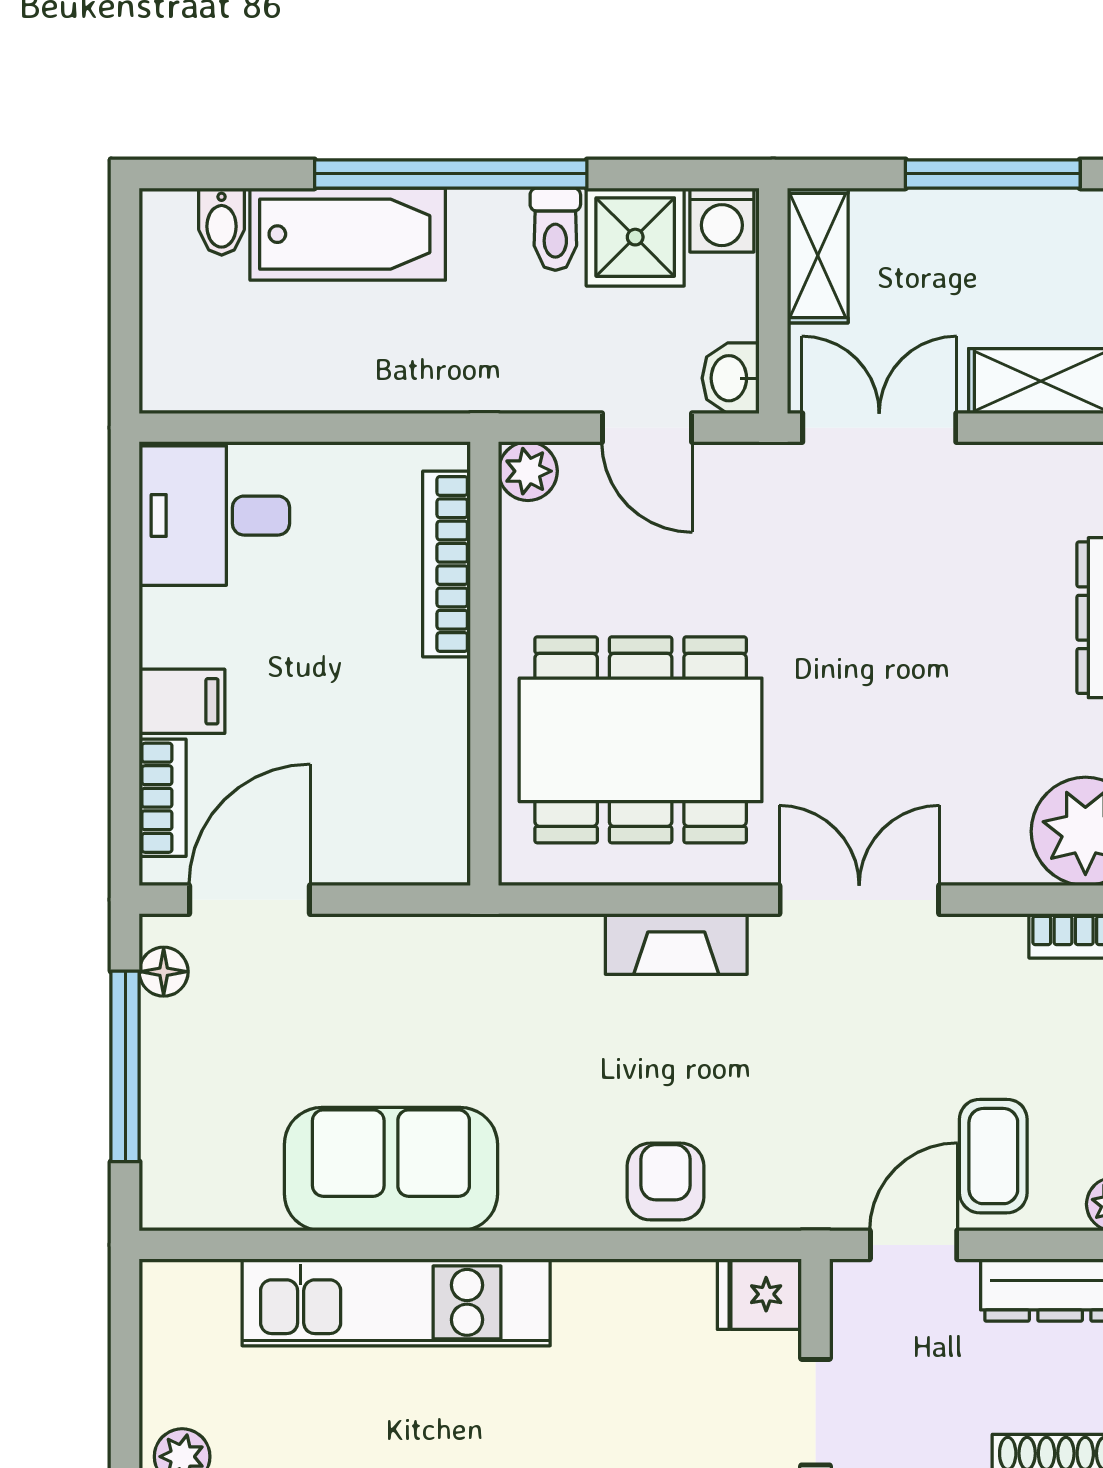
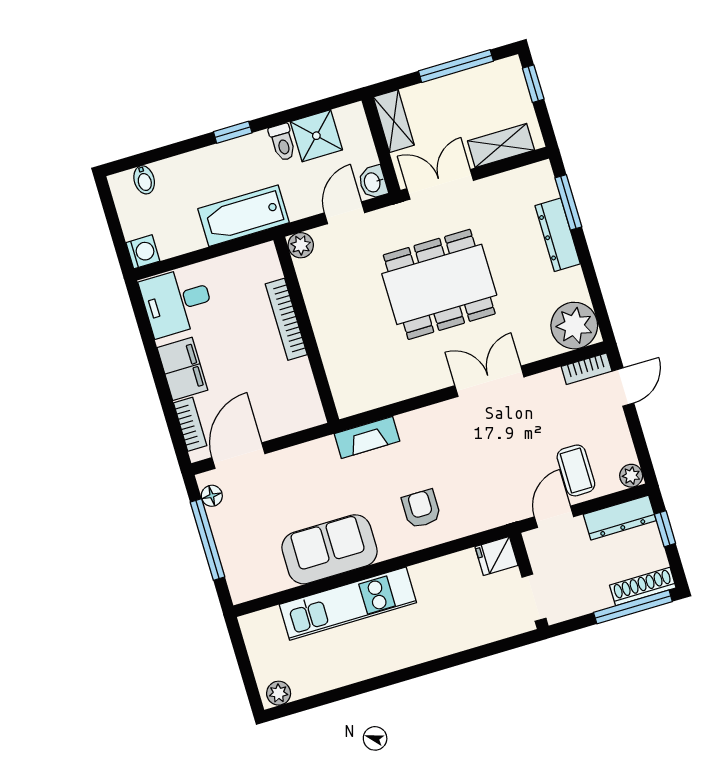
window: (451, 174) -> (233, 132), width x0.32
washing machine: (722, 220) -> (143, 252), moved, turned -90
bathtub: (348, 234) -> (244, 216), moved, turned 180
door: (647, 428) -> (344, 213), swing flipped
bookcase: (446, 564) -> (286, 319), moved
filing cabinet: (182, 701) -> (182, 369), width x2.00
dining table: (641, 740) -> (439, 284), moved
fireplace: (676, 944) -> (367, 437), moved
armchair: (665, 1182) -> (421, 509), moved

